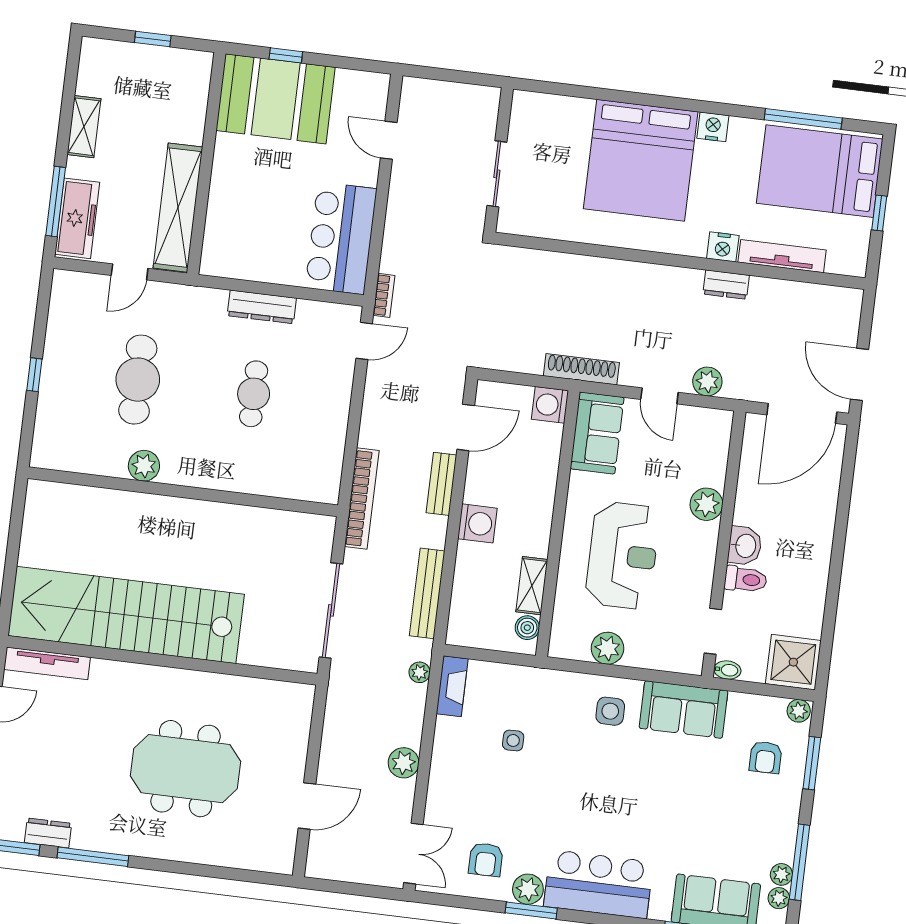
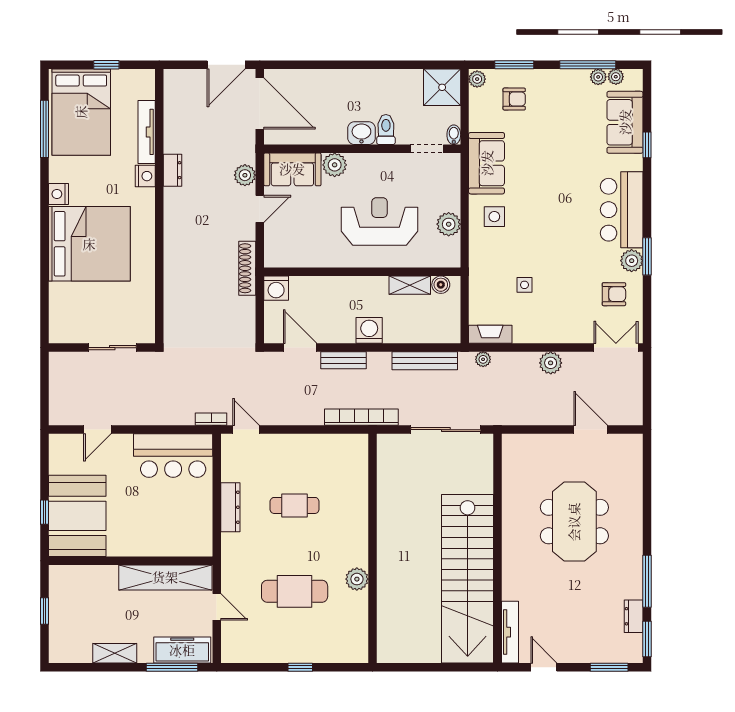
sofa: (597, 433) -> (292, 169), moved, turned 180

